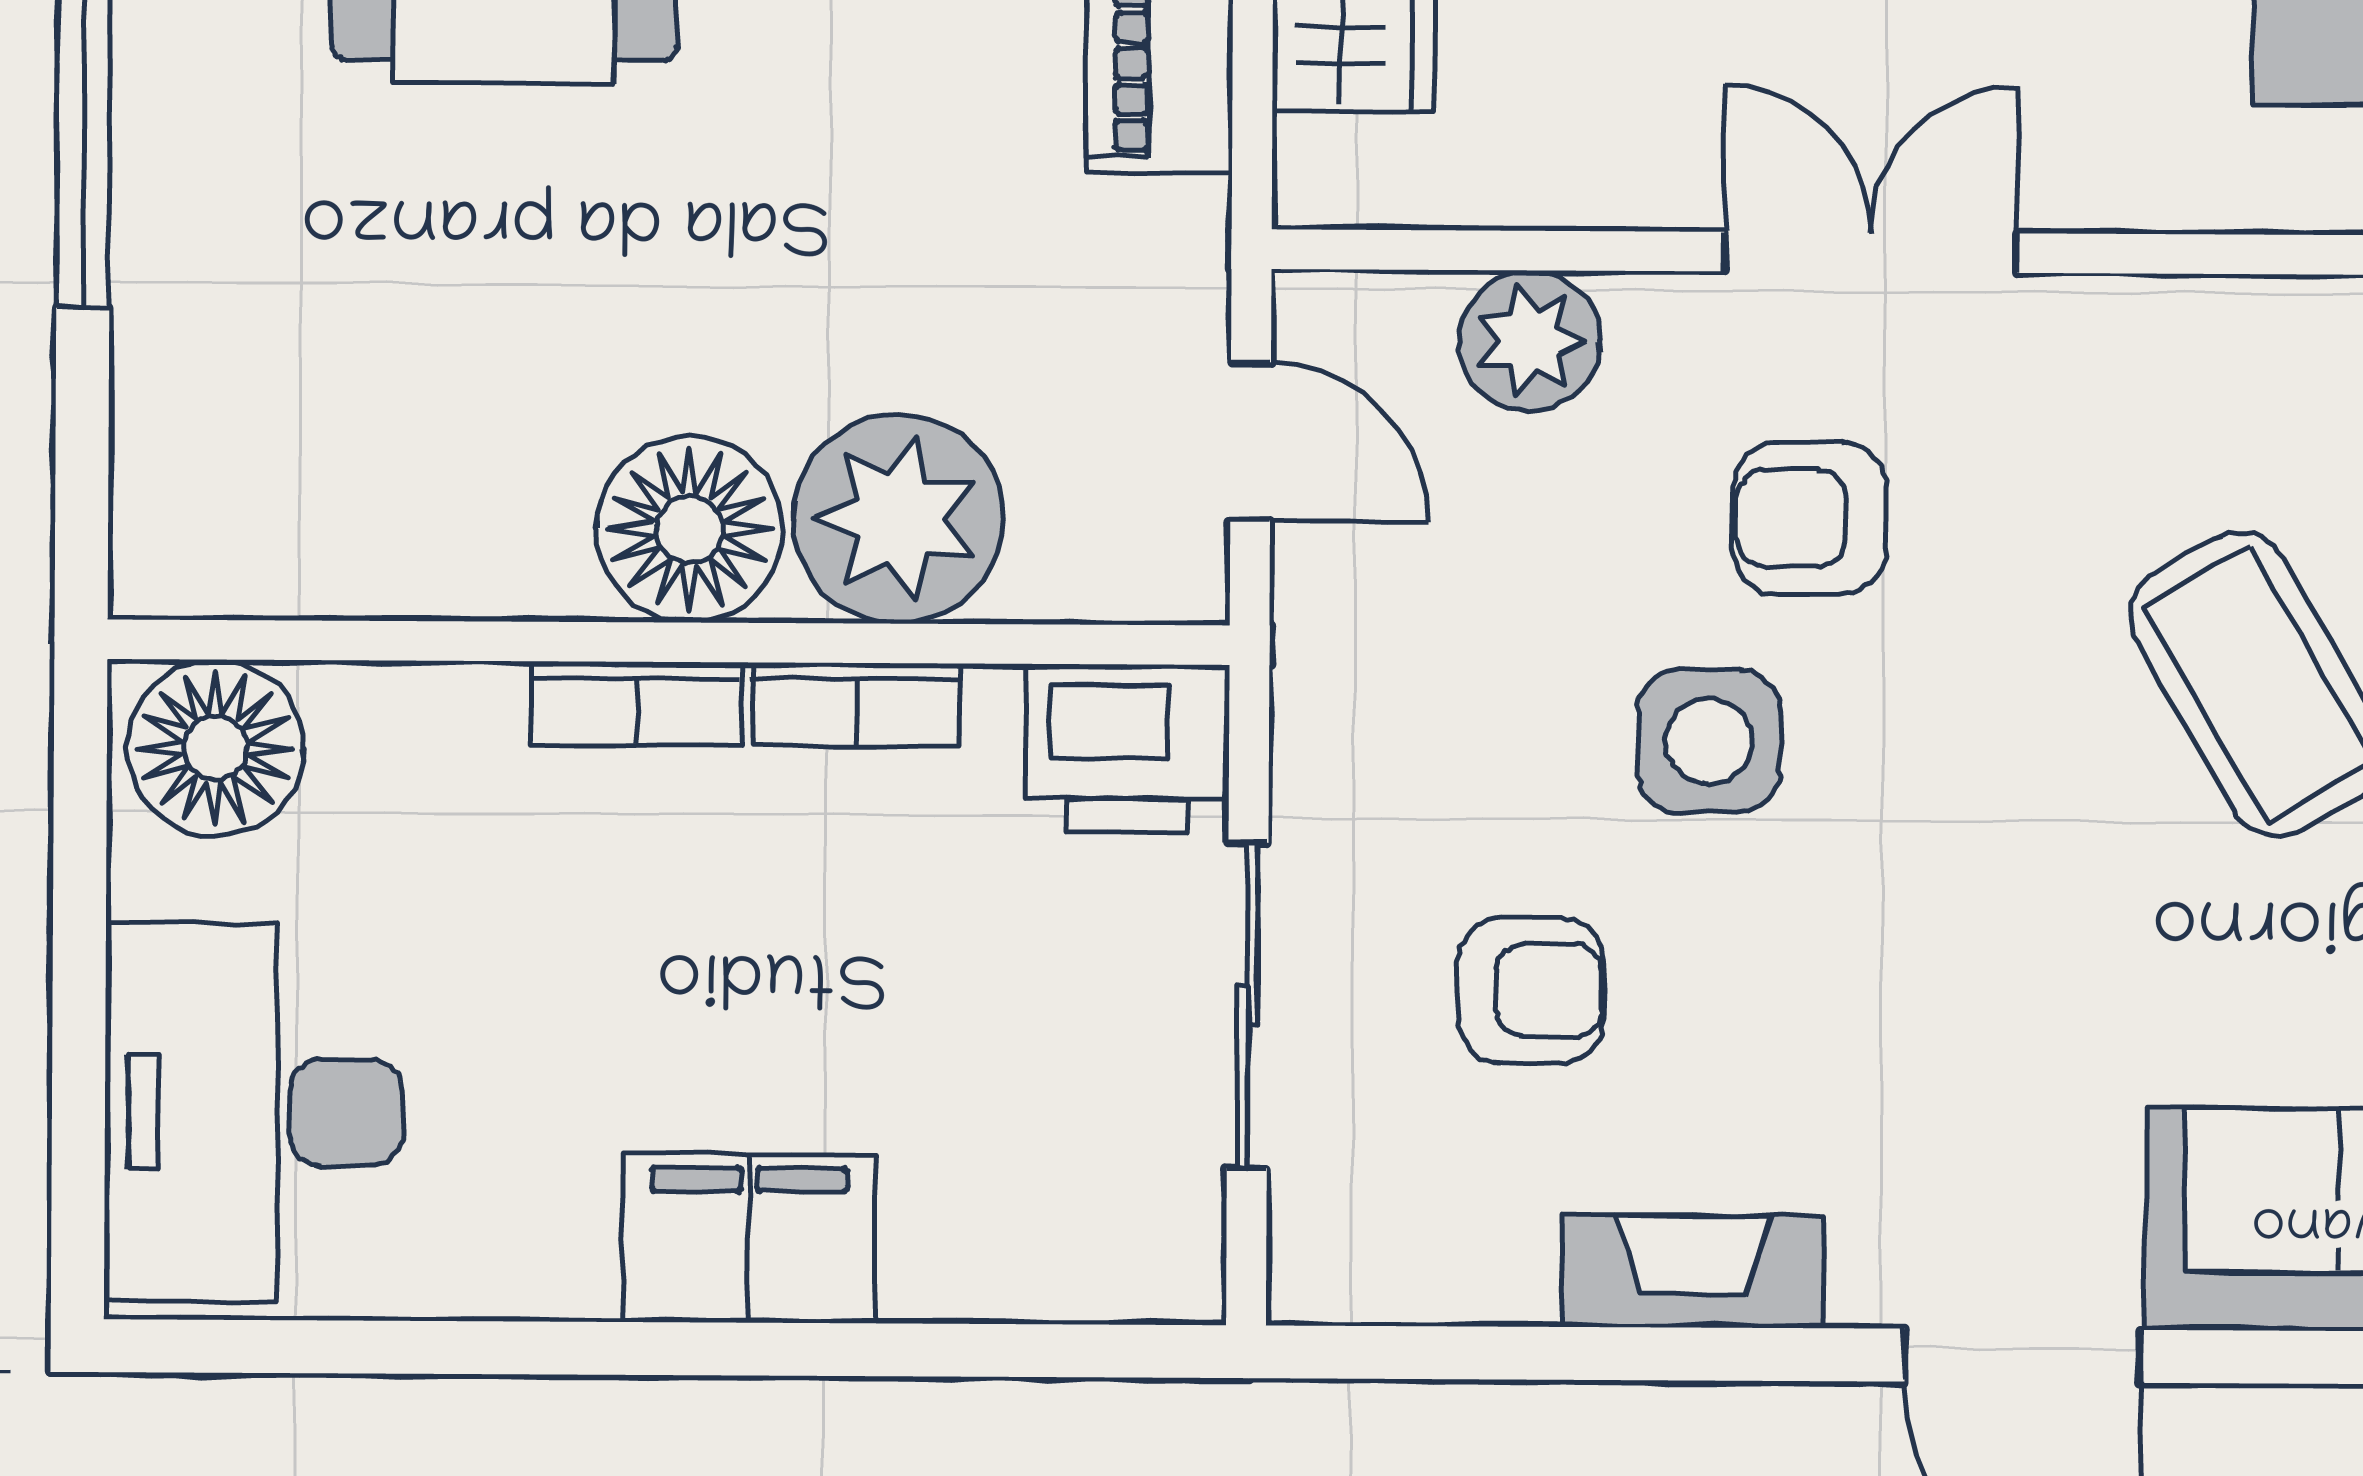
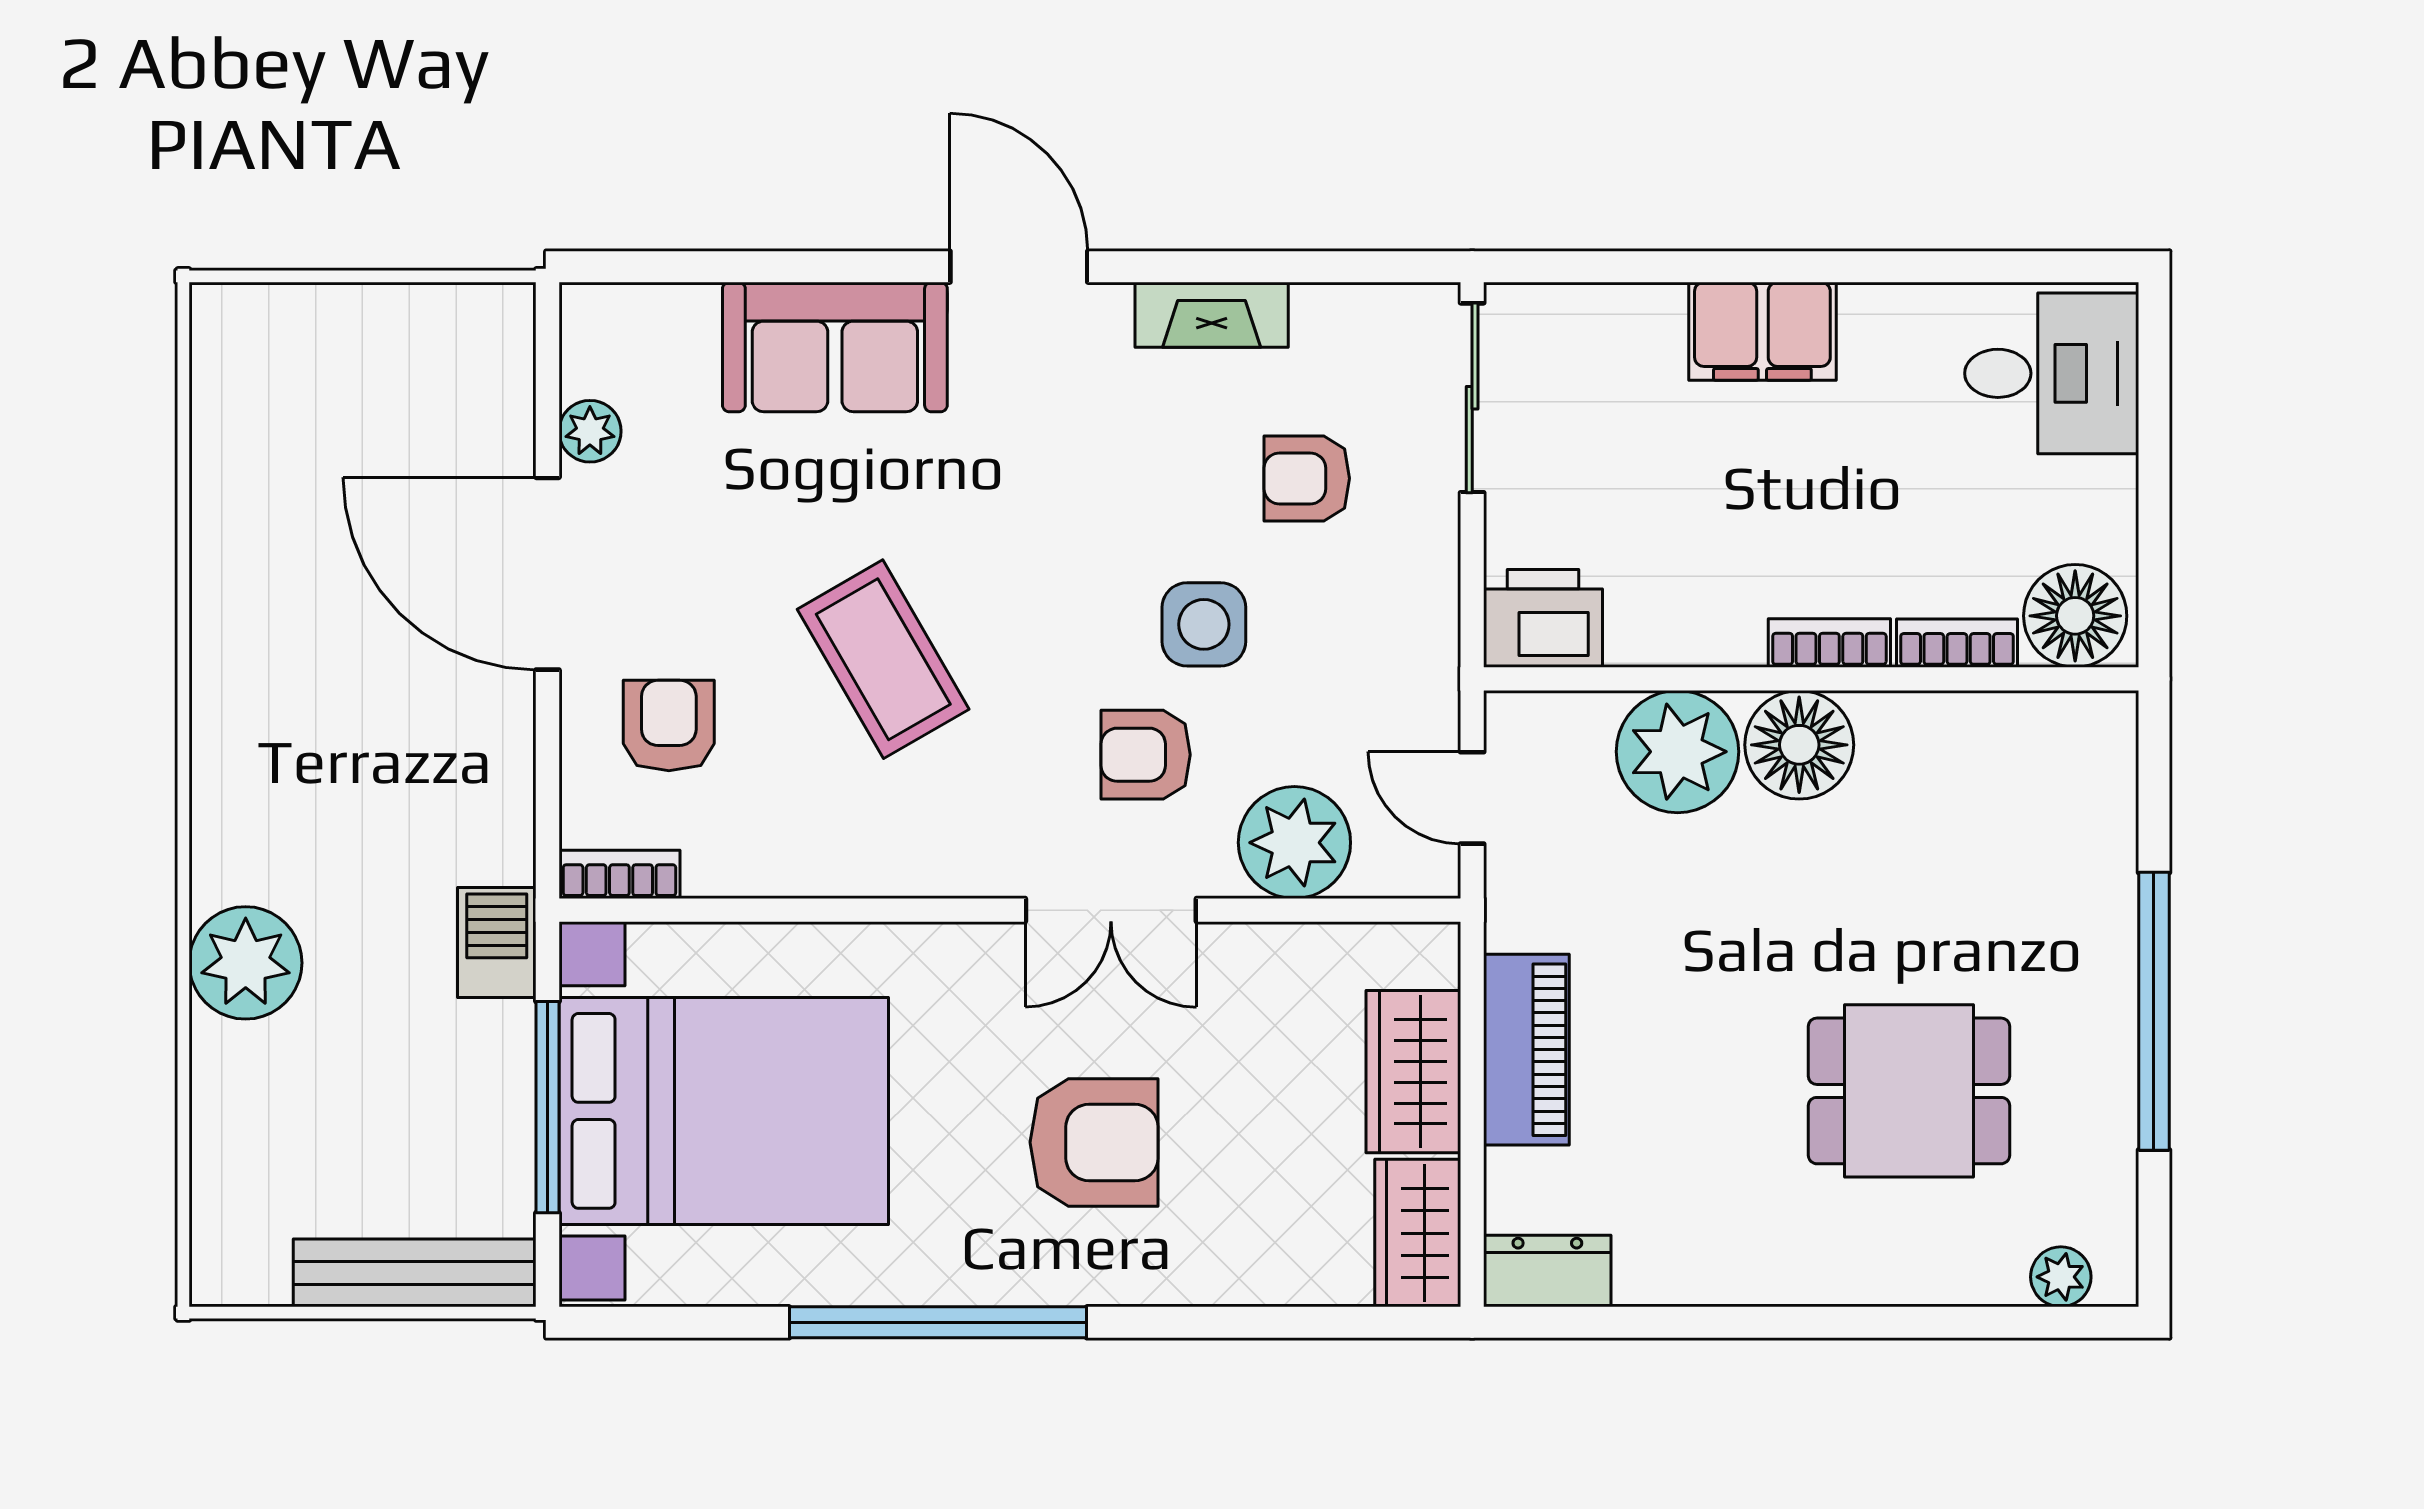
plant: (1530, 341) -> (1294, 843), width x1.36, depth x1.36
armchair: (1810, 518) -> (1146, 755), turned 180
bookcase: (856, 704) -> (1957, 643), moved
sliding door: (1248, 1006) -> (1472, 398), moved
desk: (254, 1112) -> (2052, 373), width x0.73

